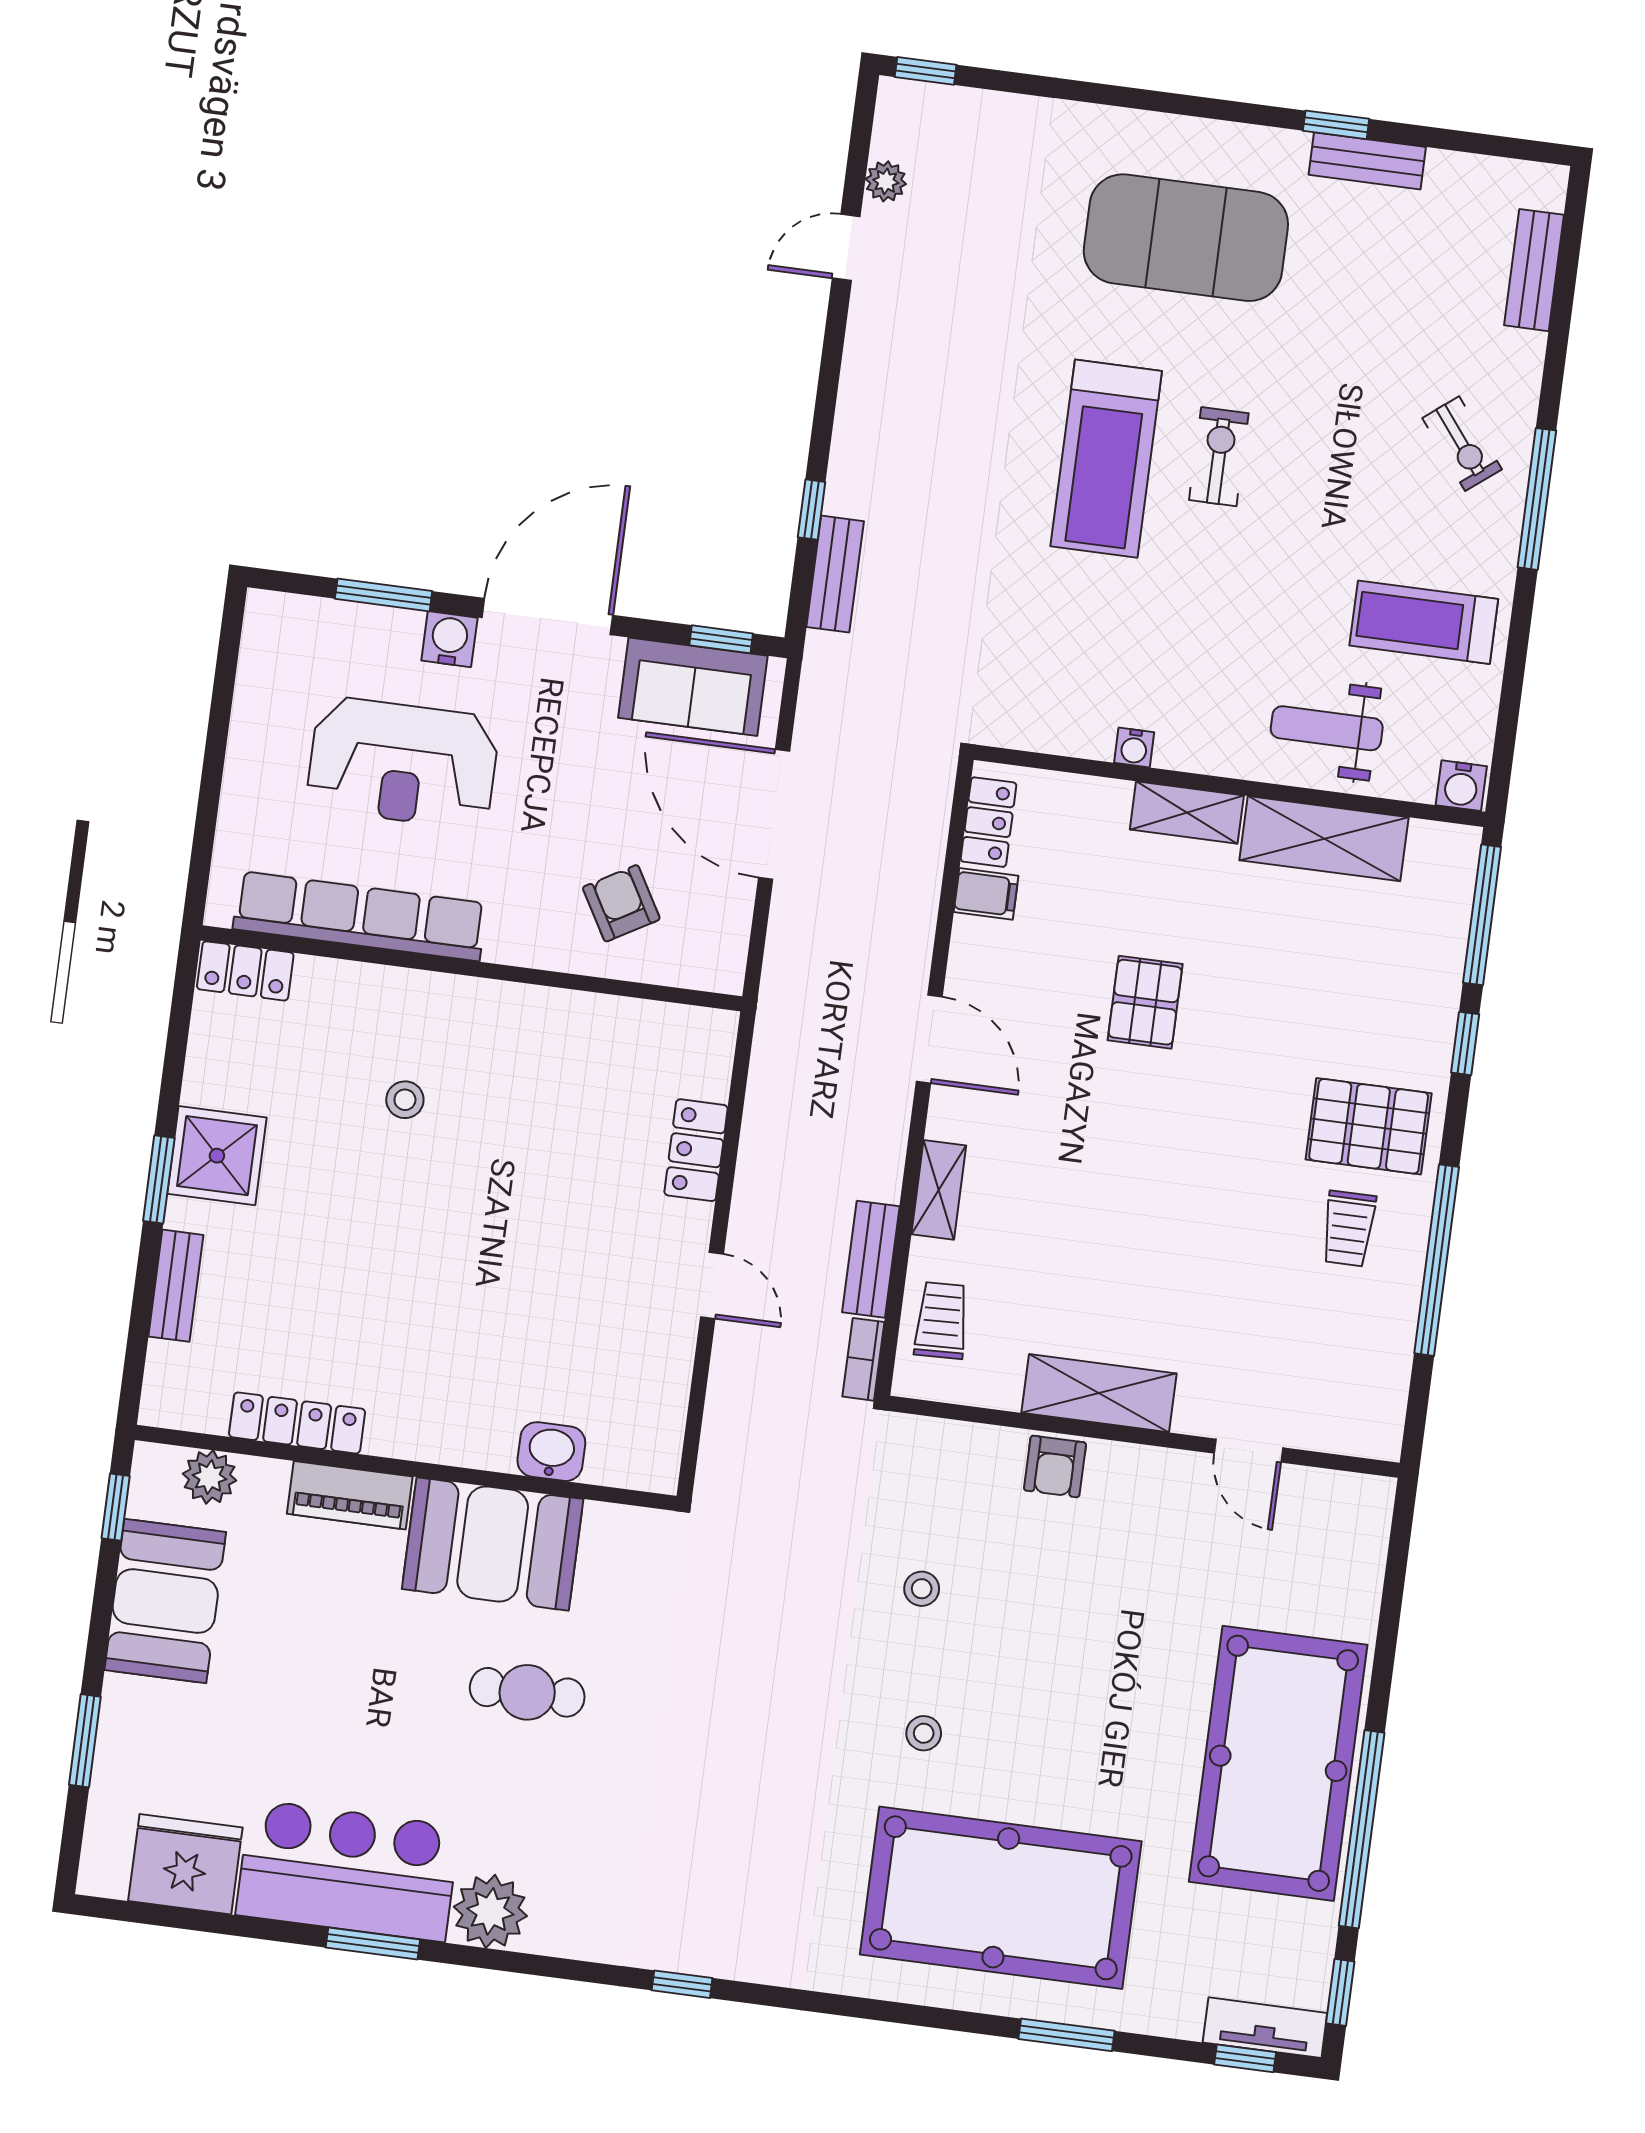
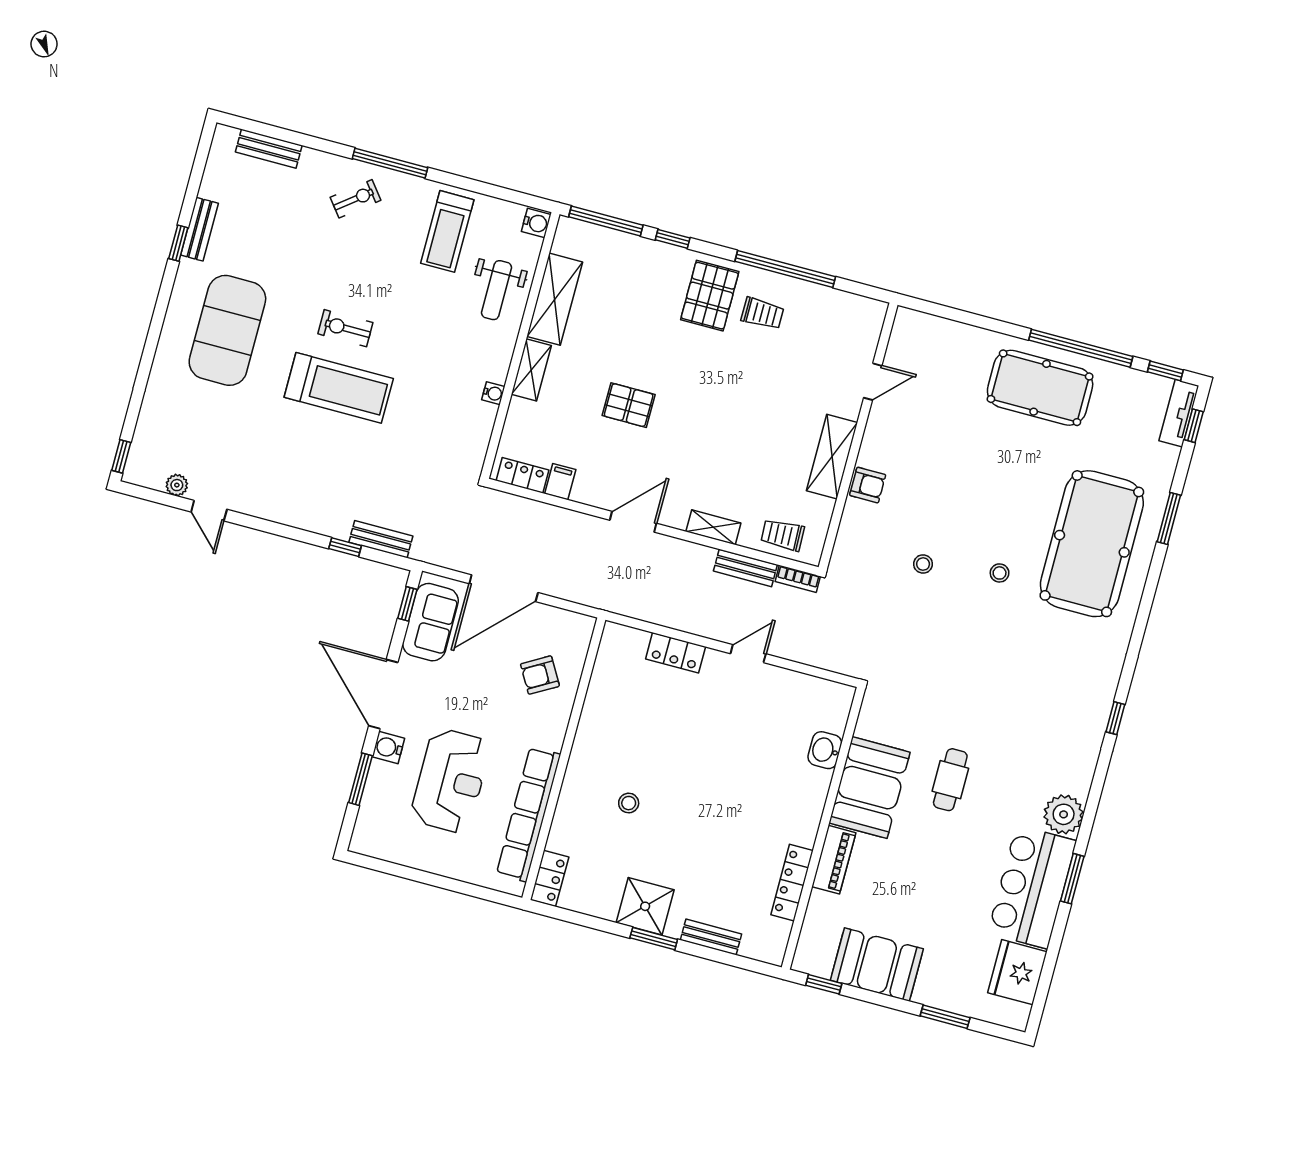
plant: (210, 1477) -> (814, 933), removed
pool table: (1278, 1763) -> (1040, 388), width x0.73, depth x0.76

